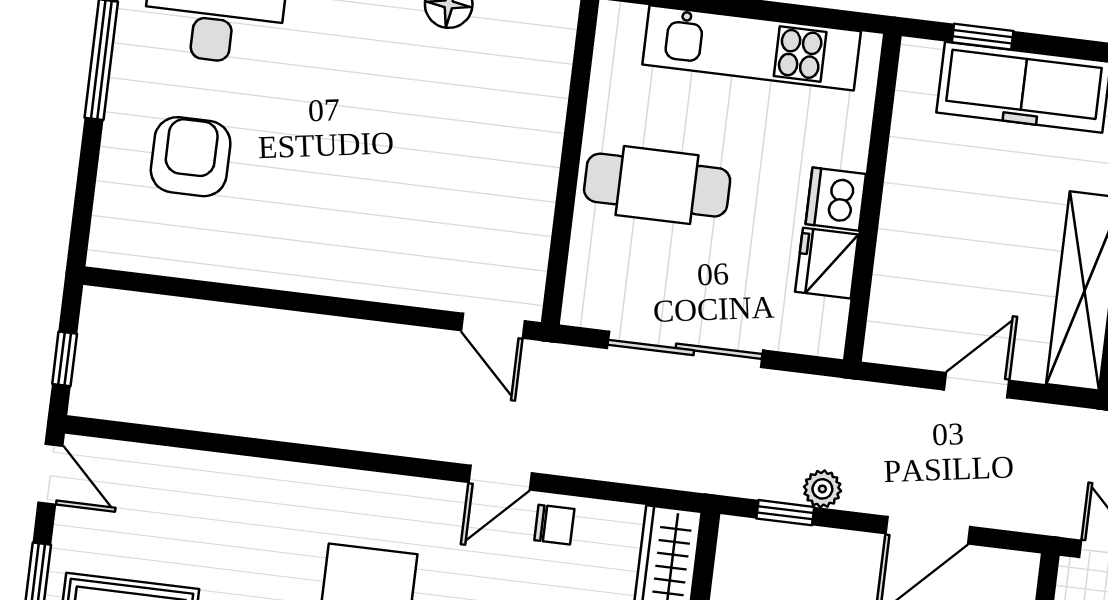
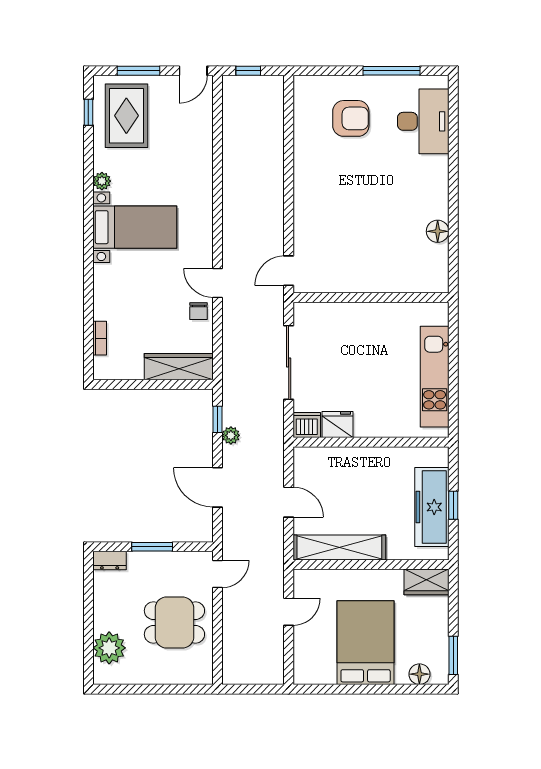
window: (983, 37) -> (453, 505), moved
cafe table: (657, 185) -> (364, 340), removed
dishwasher: (836, 199) -> (307, 425), moved

